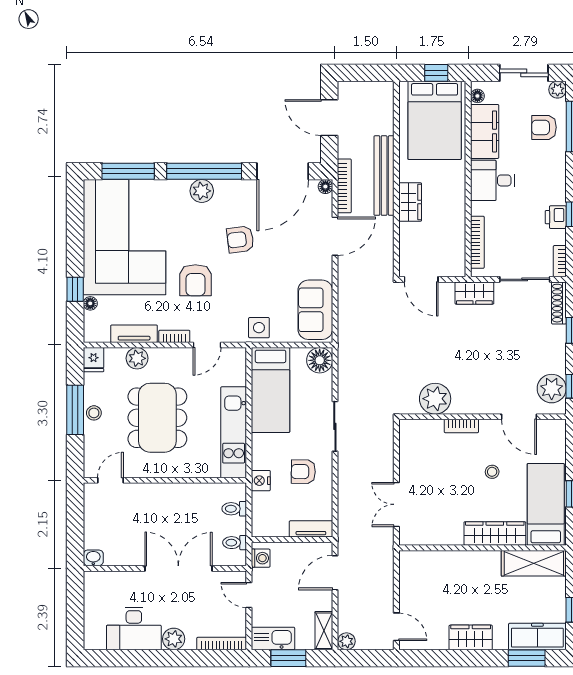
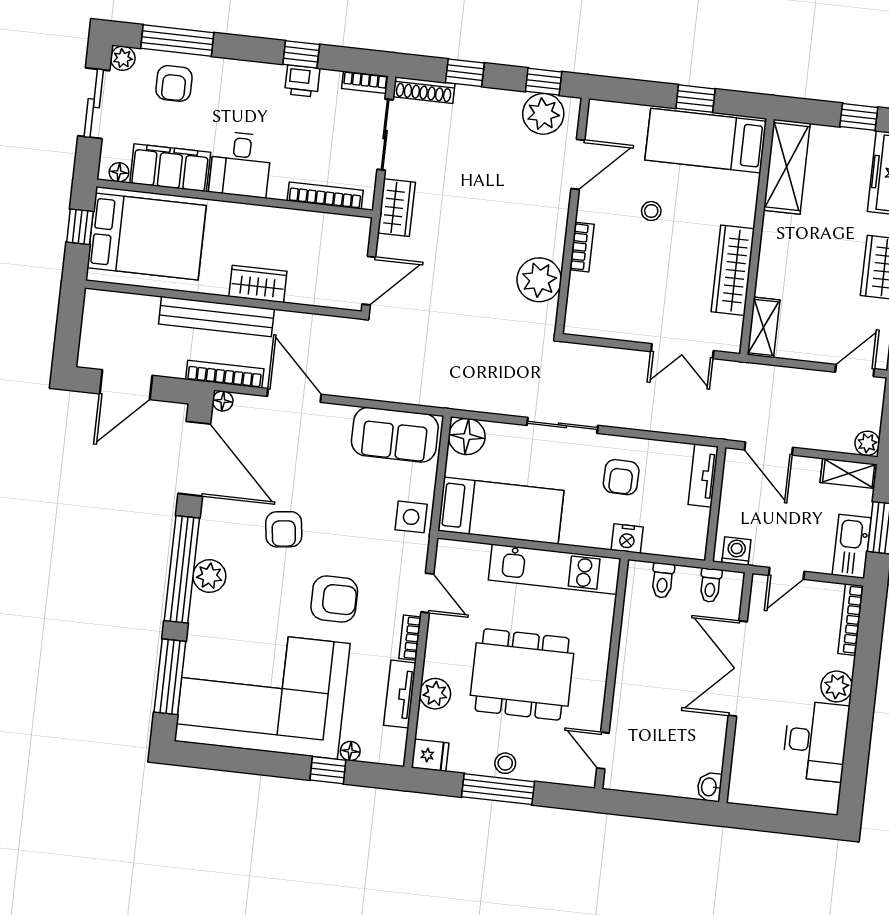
wardrobe: (495, 533) -> (733, 270), moved
shelving: (419, 560) -> (764, 327), added

